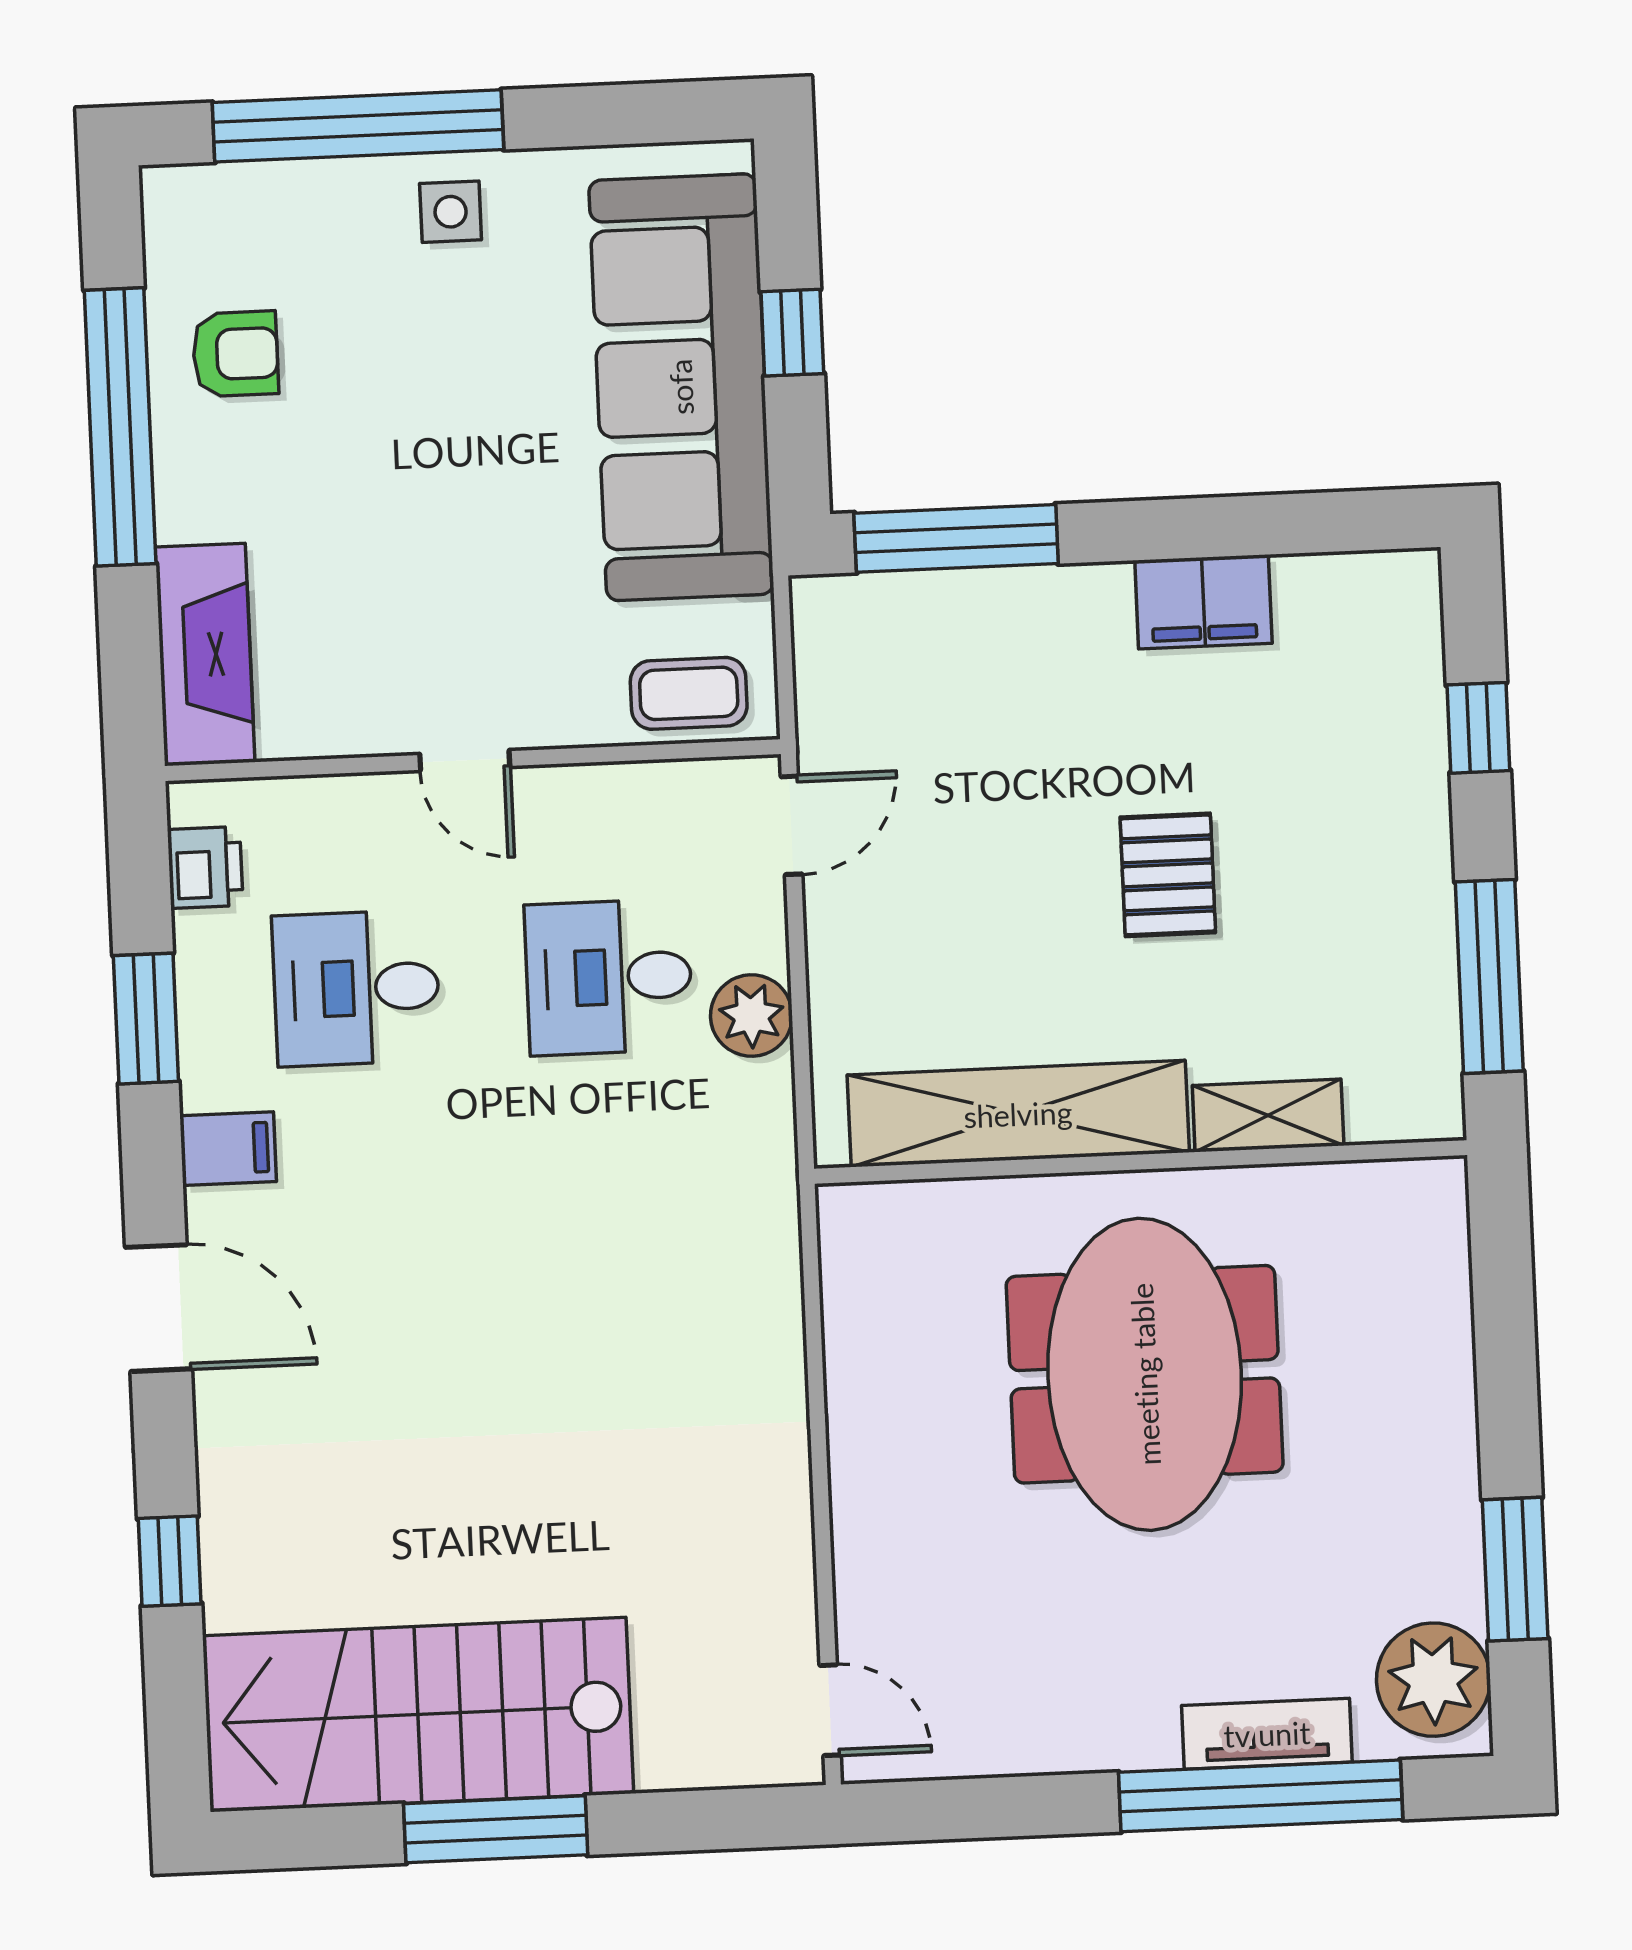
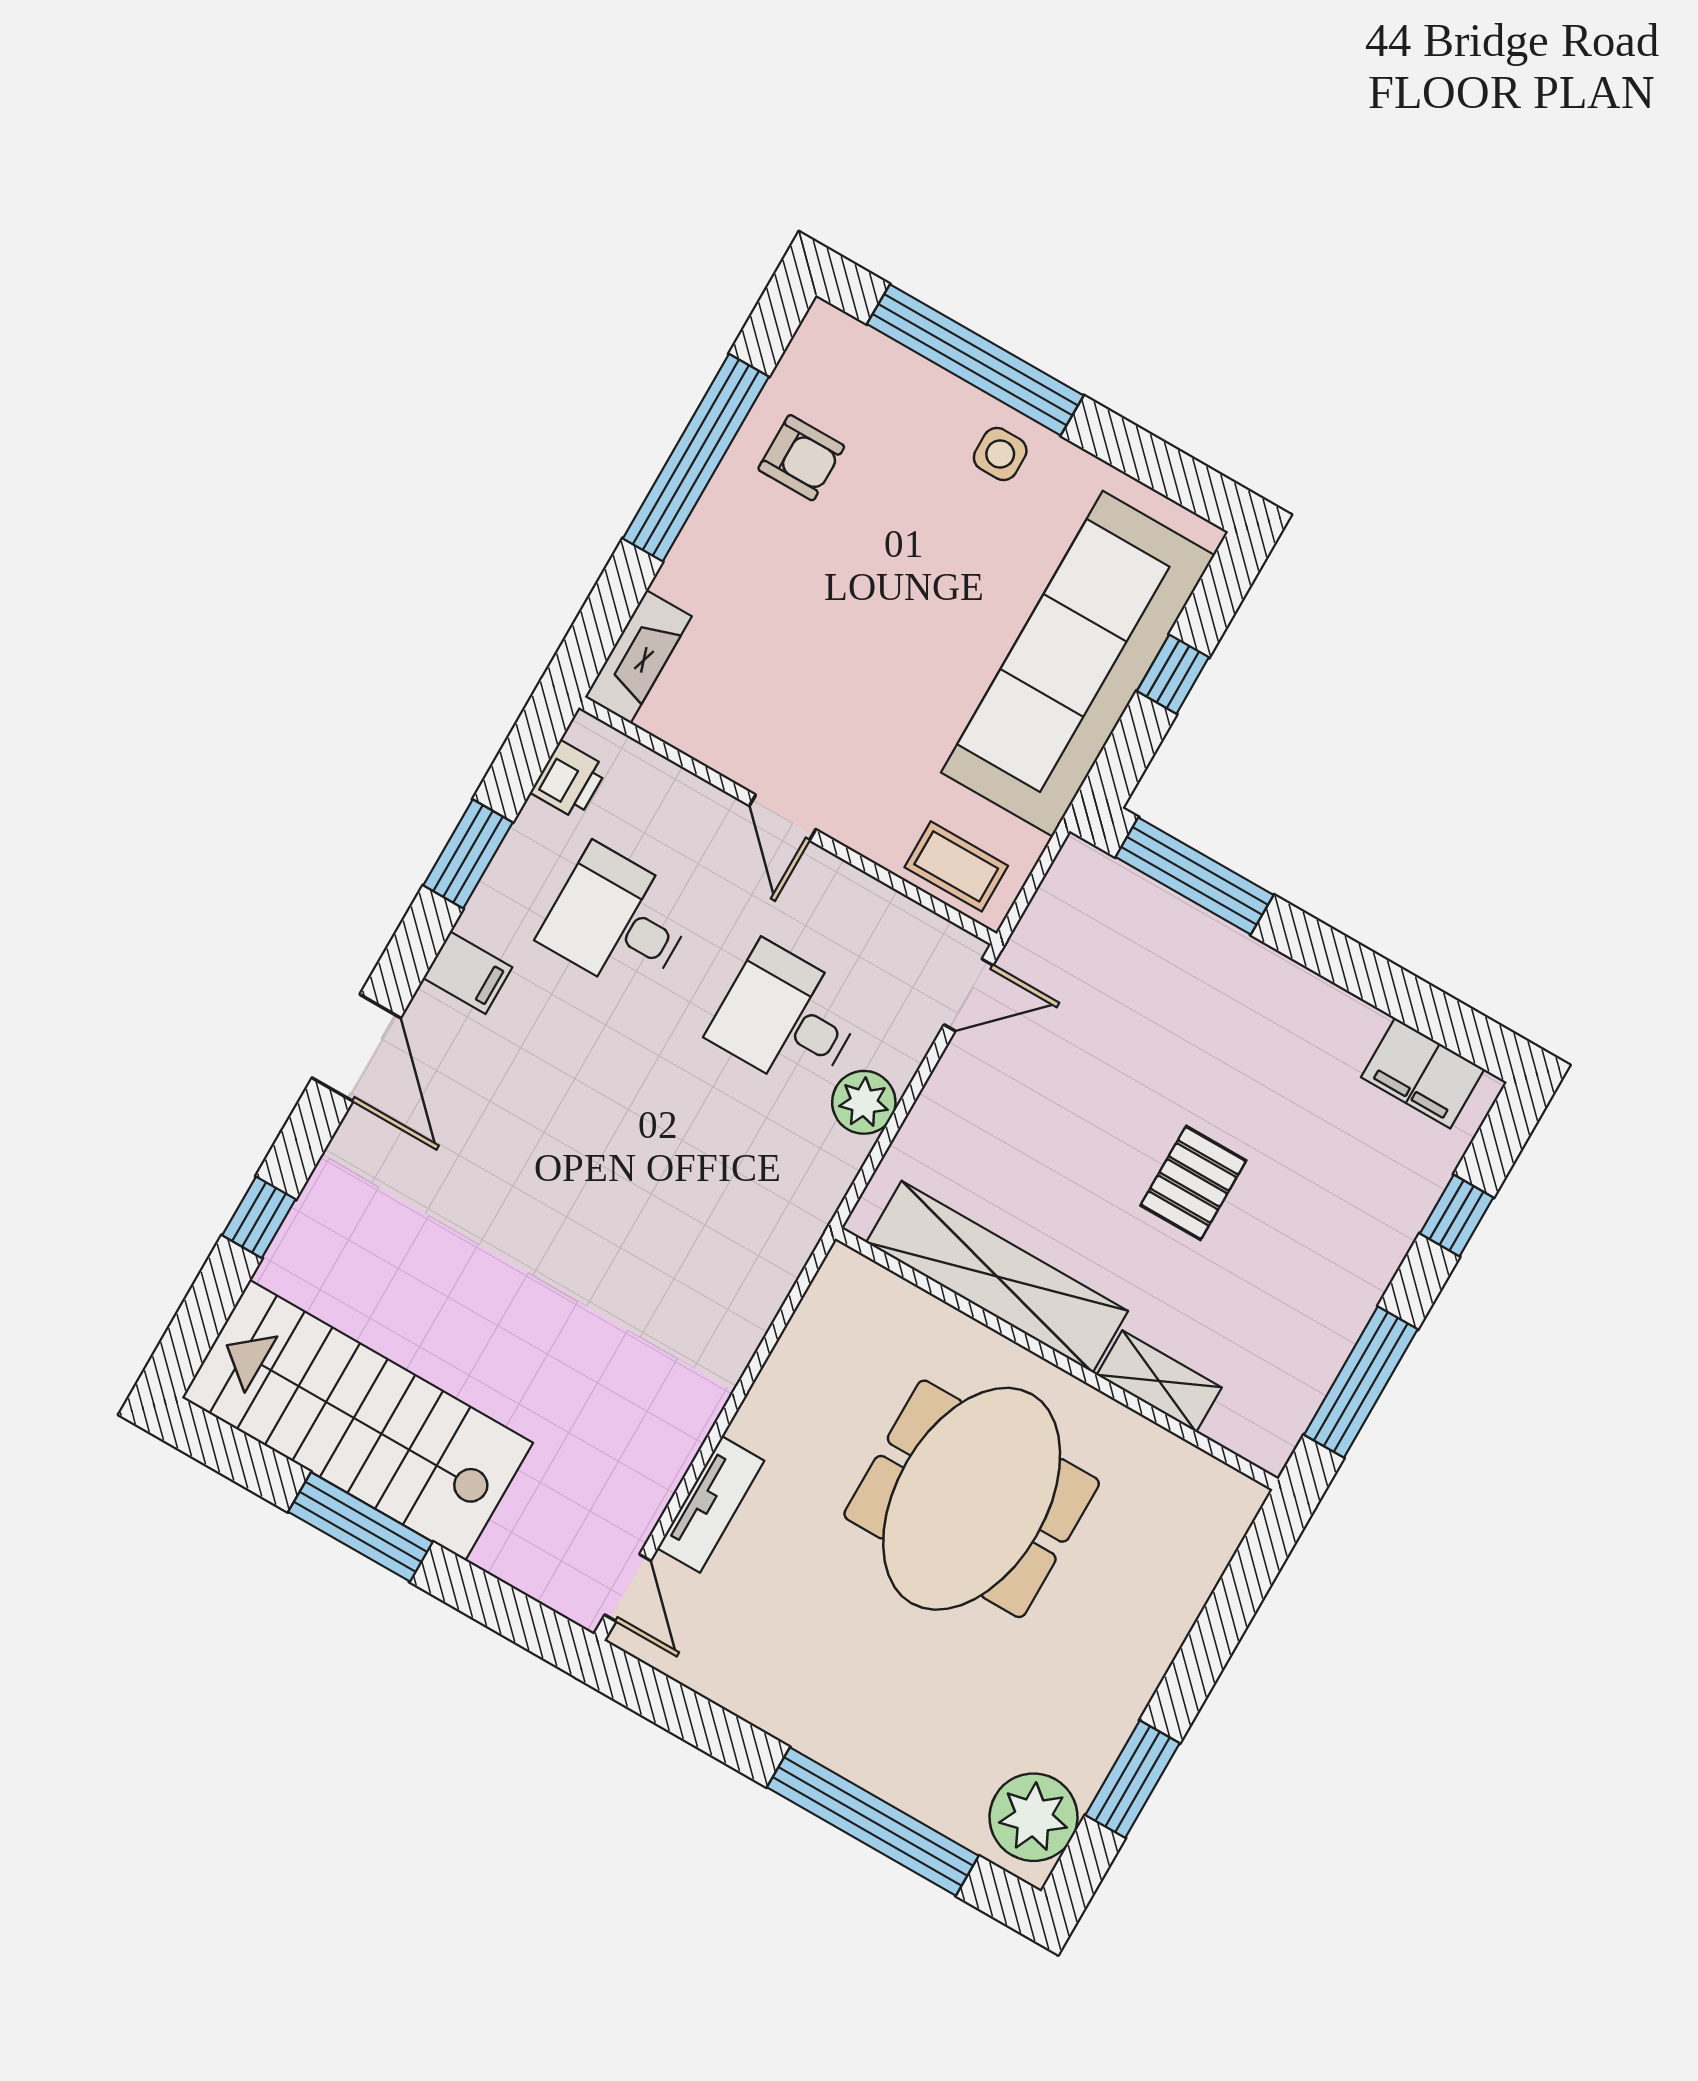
filing cabinet: (1203, 602) -> (1423, 1073), moved
fireplace: (205, 655) -> (638, 657), width x0.73, depth x0.76
tv unit: (1267, 1734) -> (711, 1504), moved, turned 90

